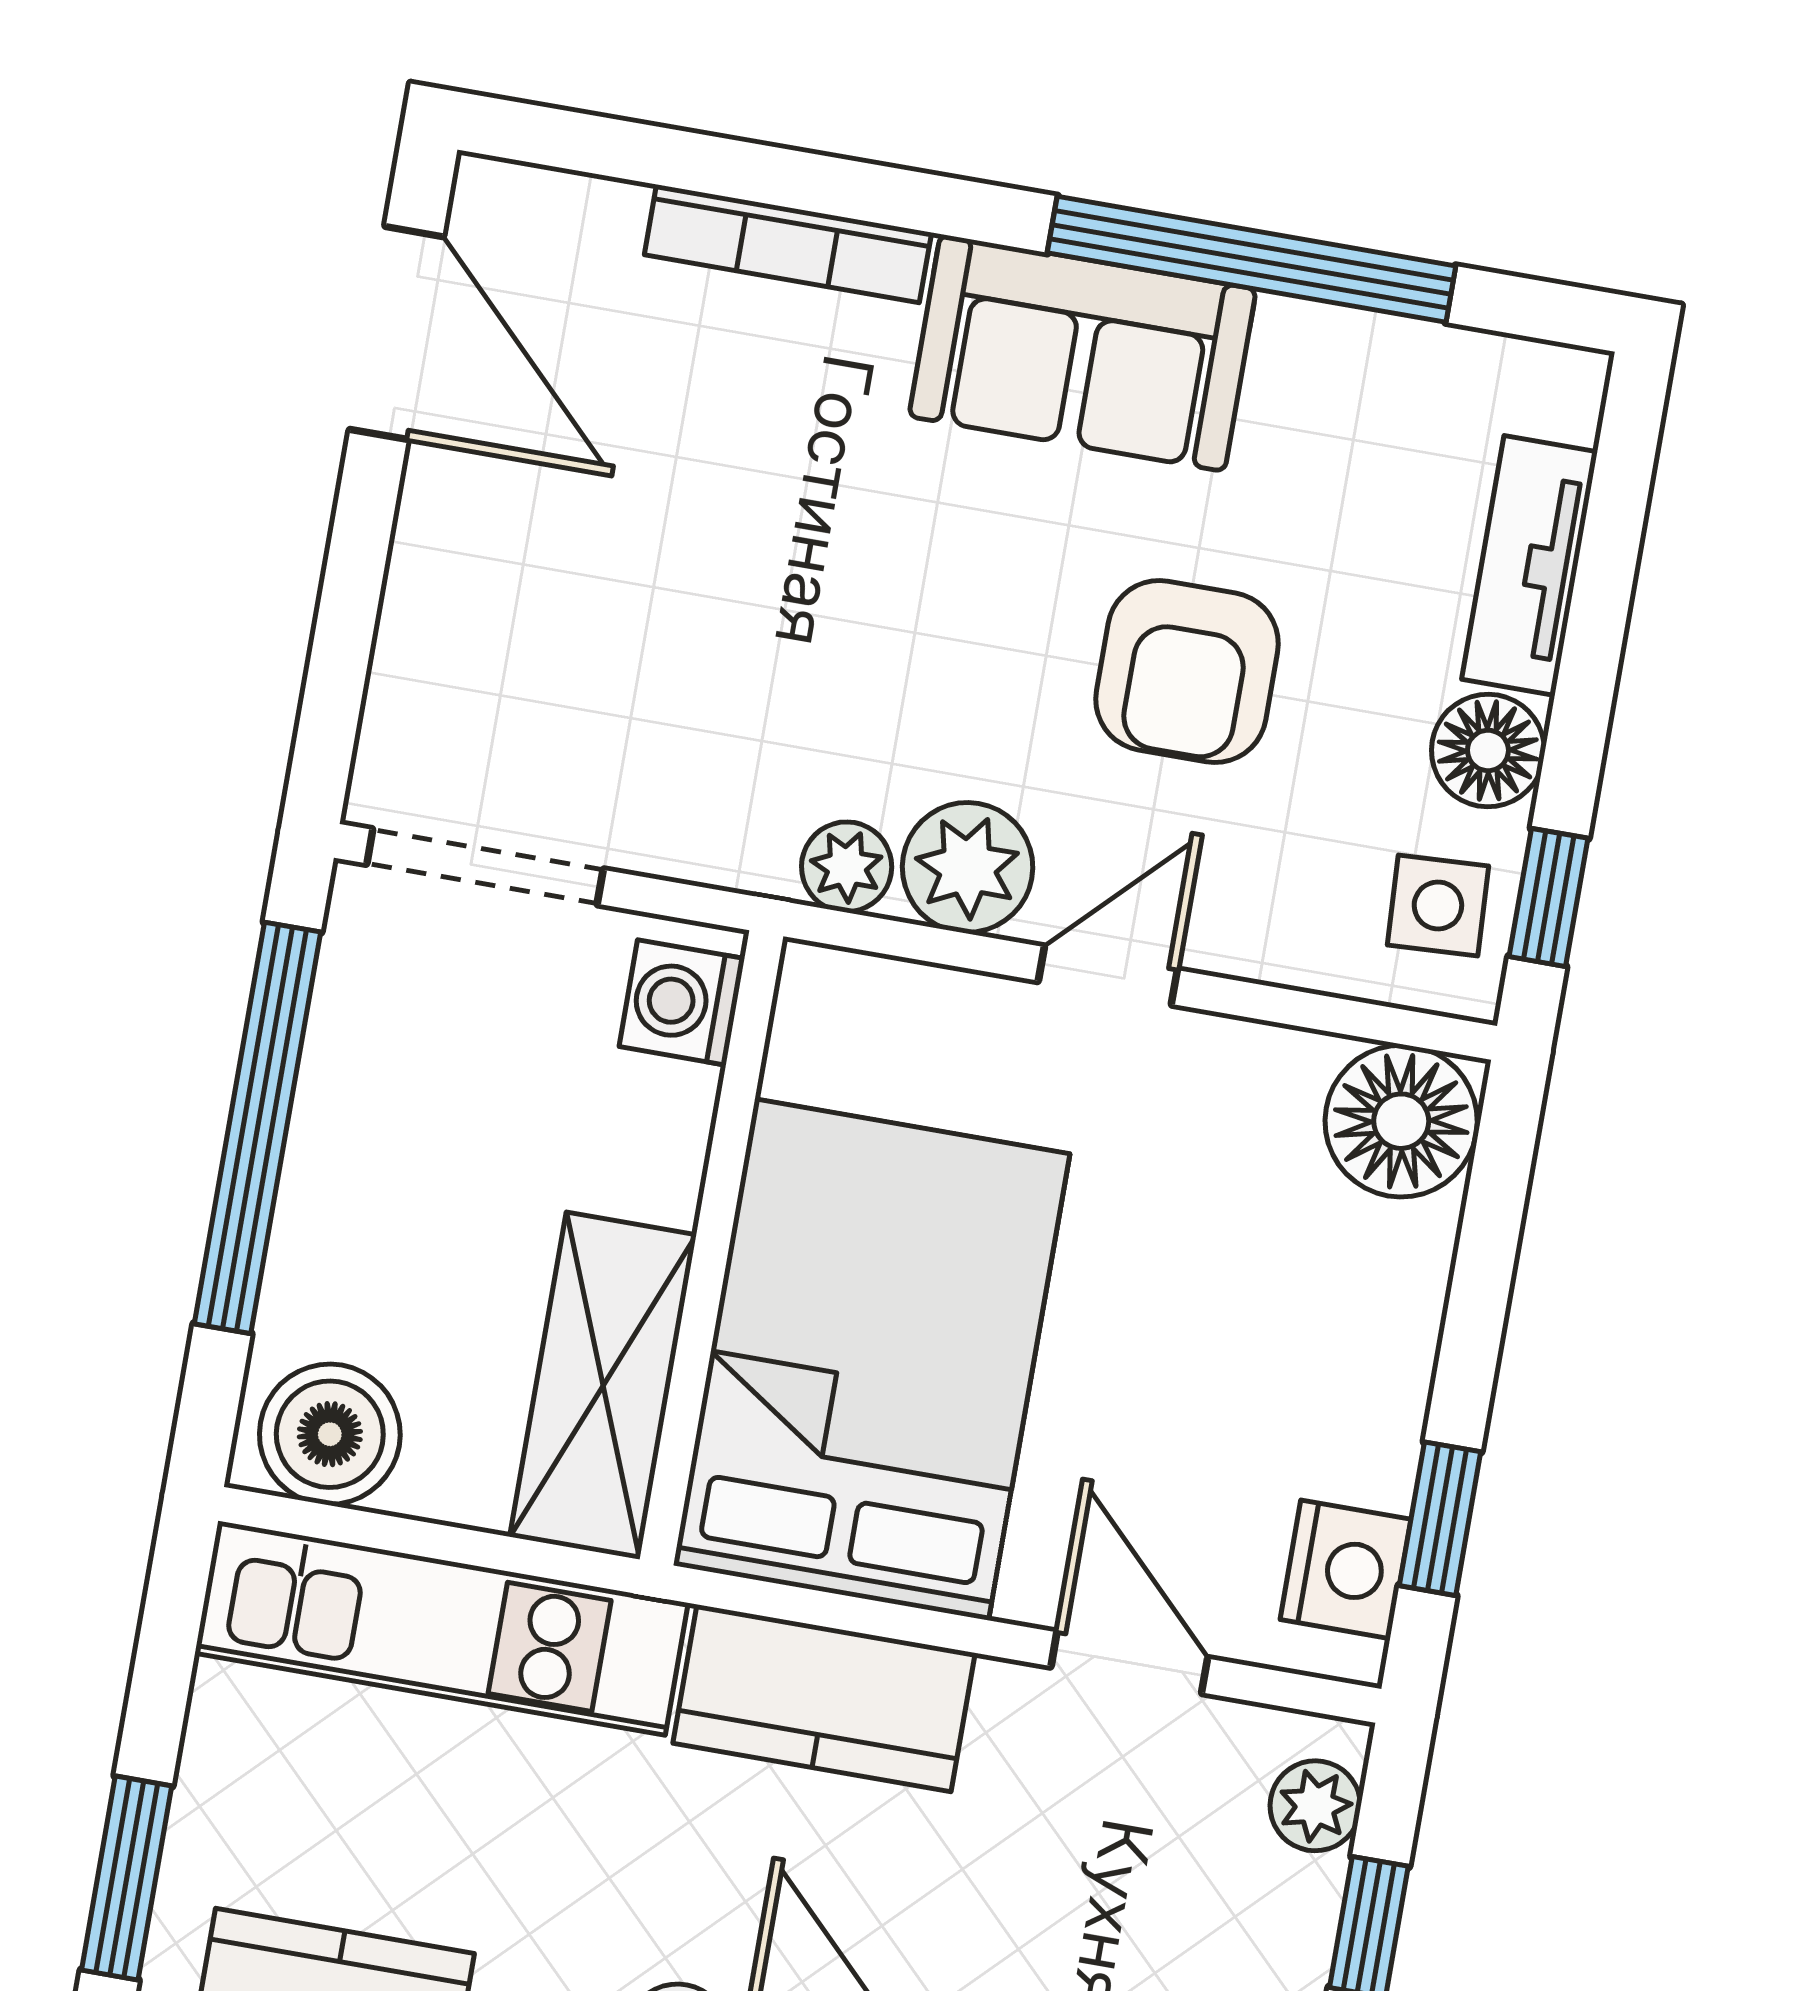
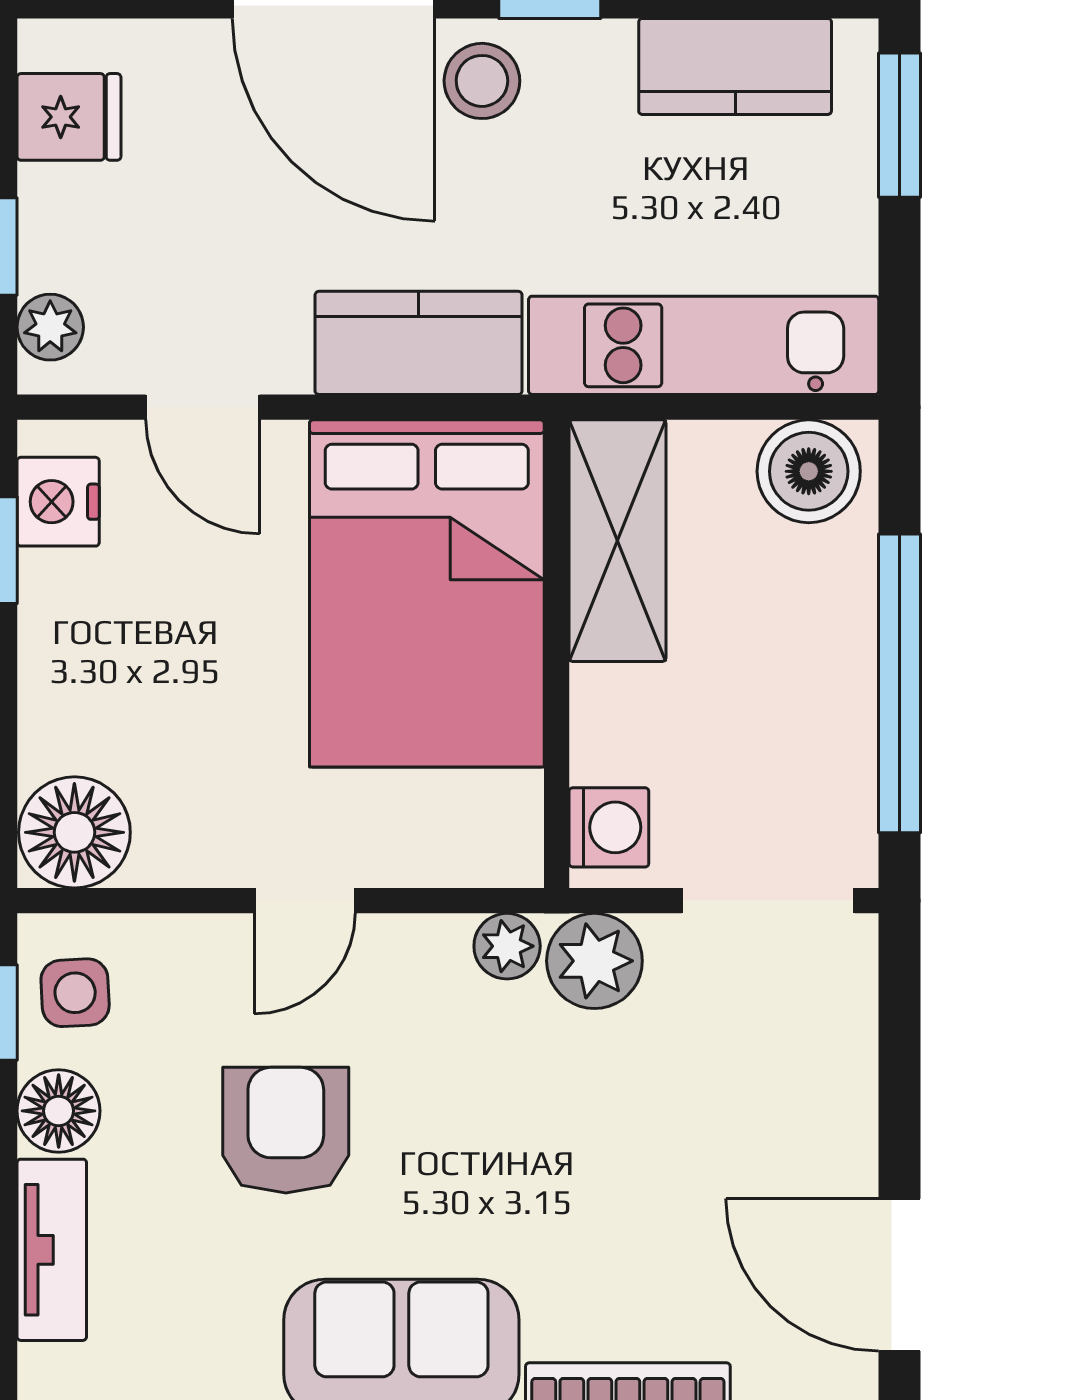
plant: (968, 867) -> (594, 961), moved

